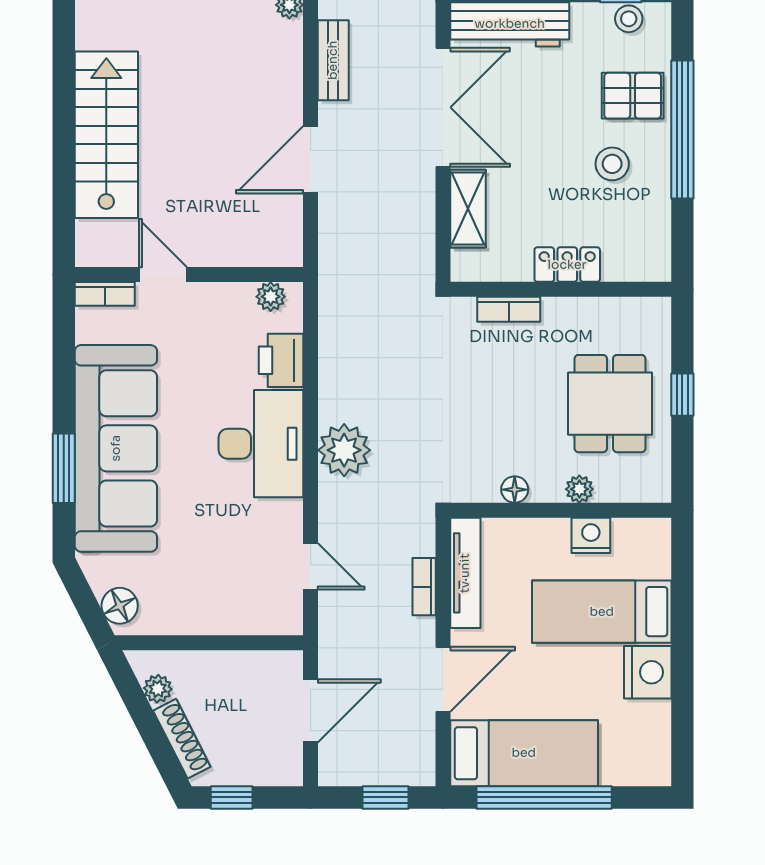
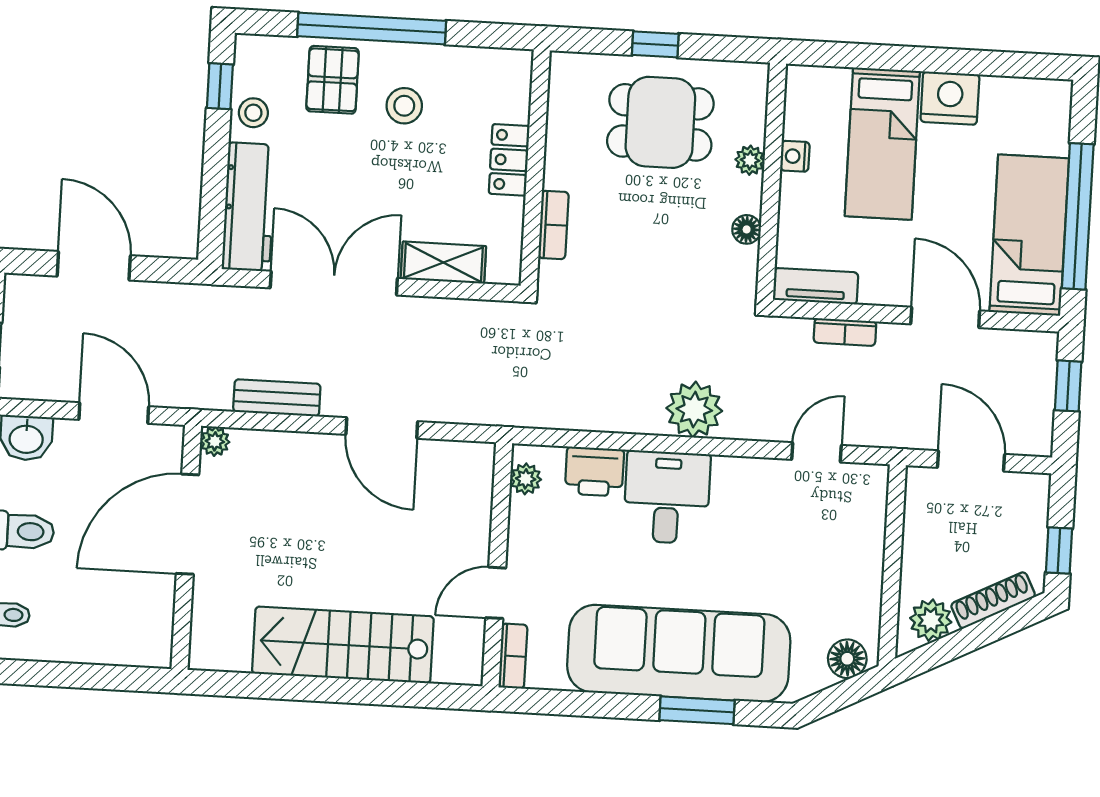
stool: (629, 19) -> (253, 113), moved
desk: (261, 444) -> (667, 497), width x0.73
nightstand: (591, 535) -> (795, 156), width x0.72, depth x0.74
tv unit: (465, 573) -> (816, 286), width x0.71
plant: (158, 689) -> (931, 620), width x1.38, depth x1.38

